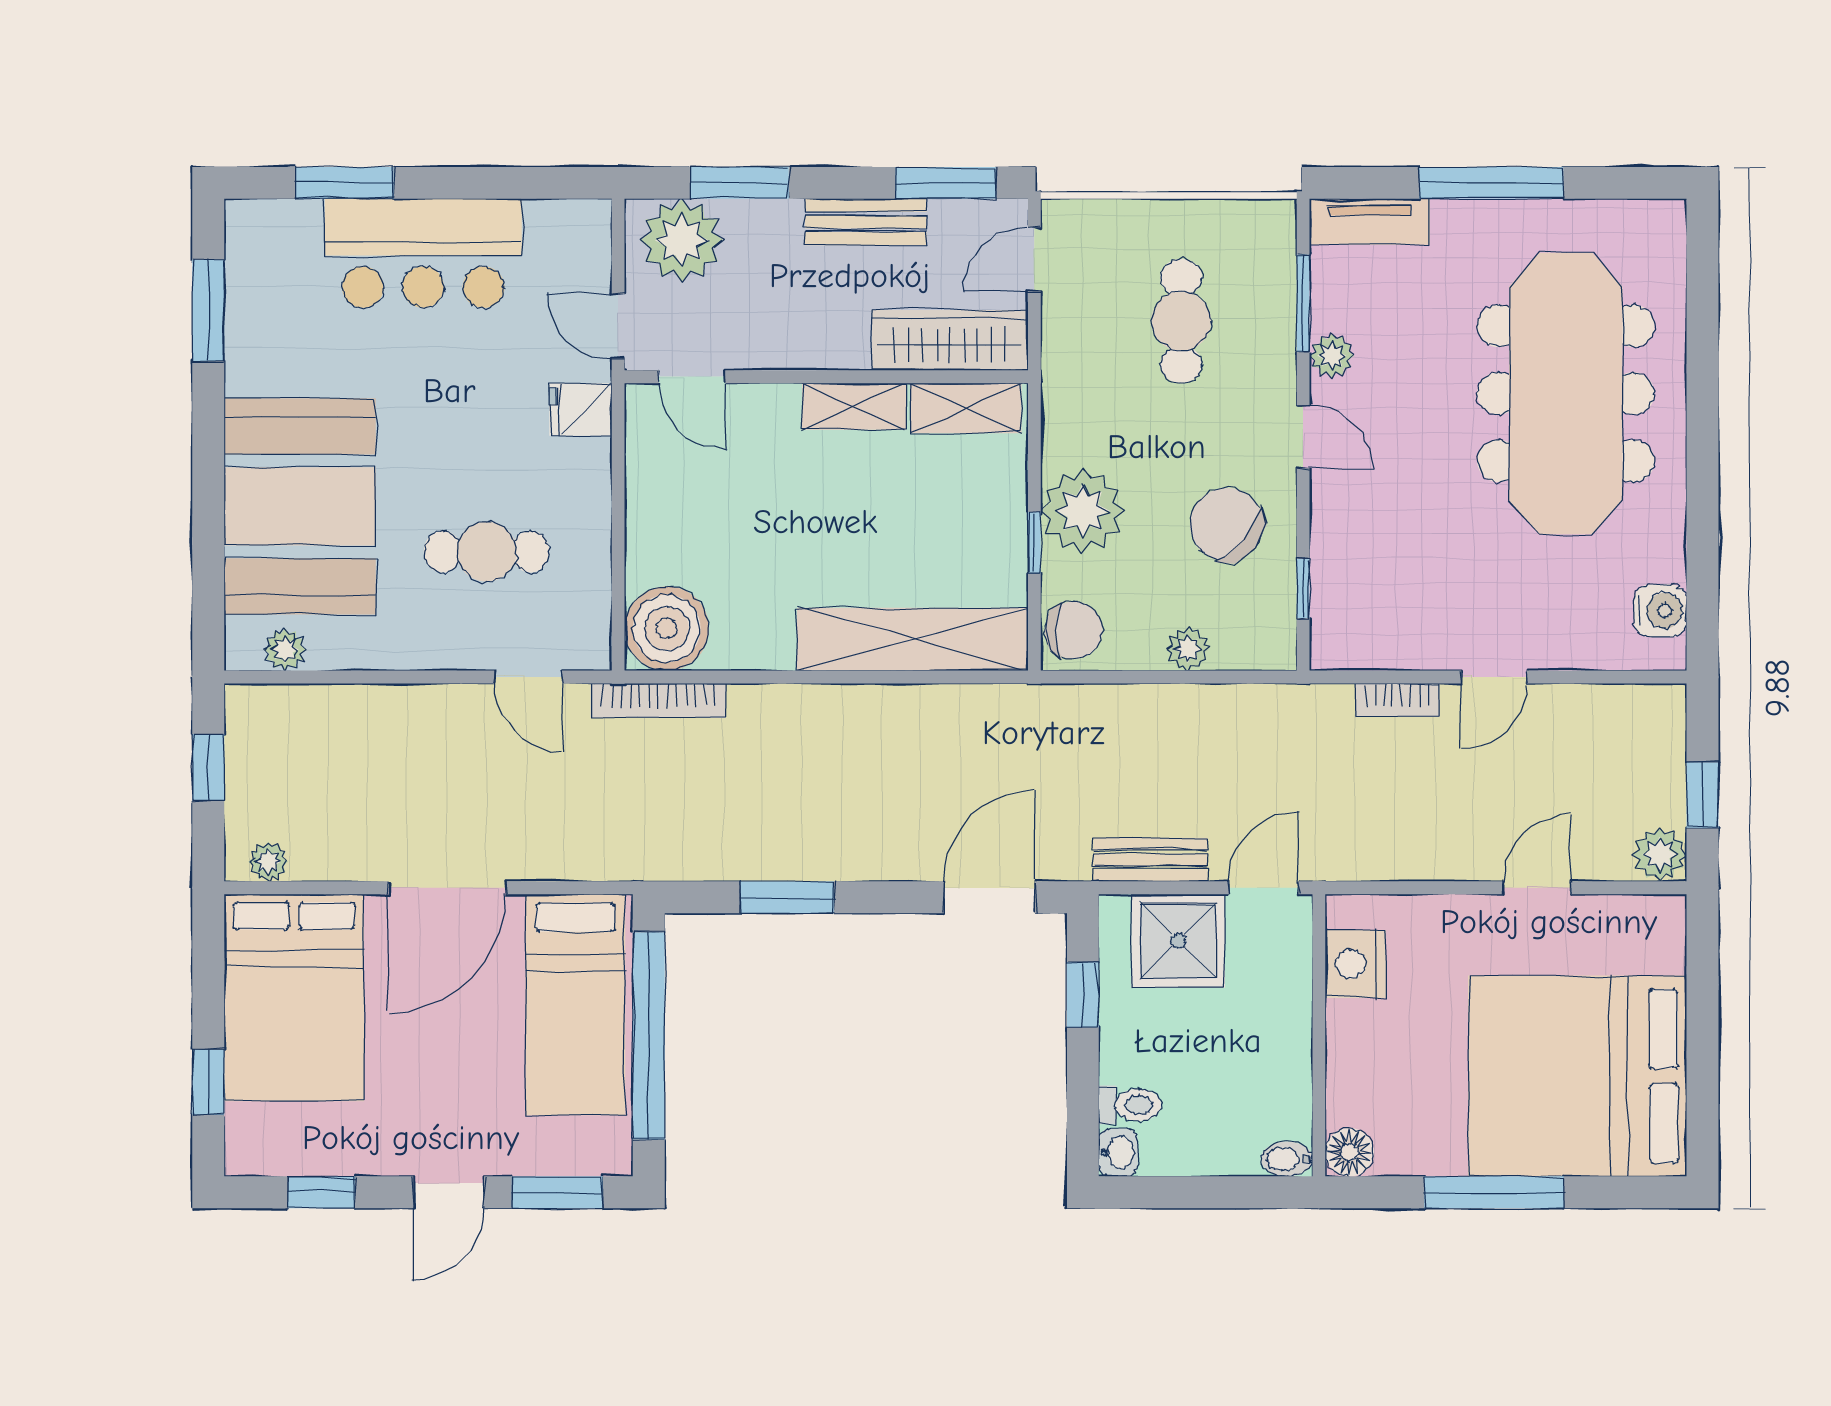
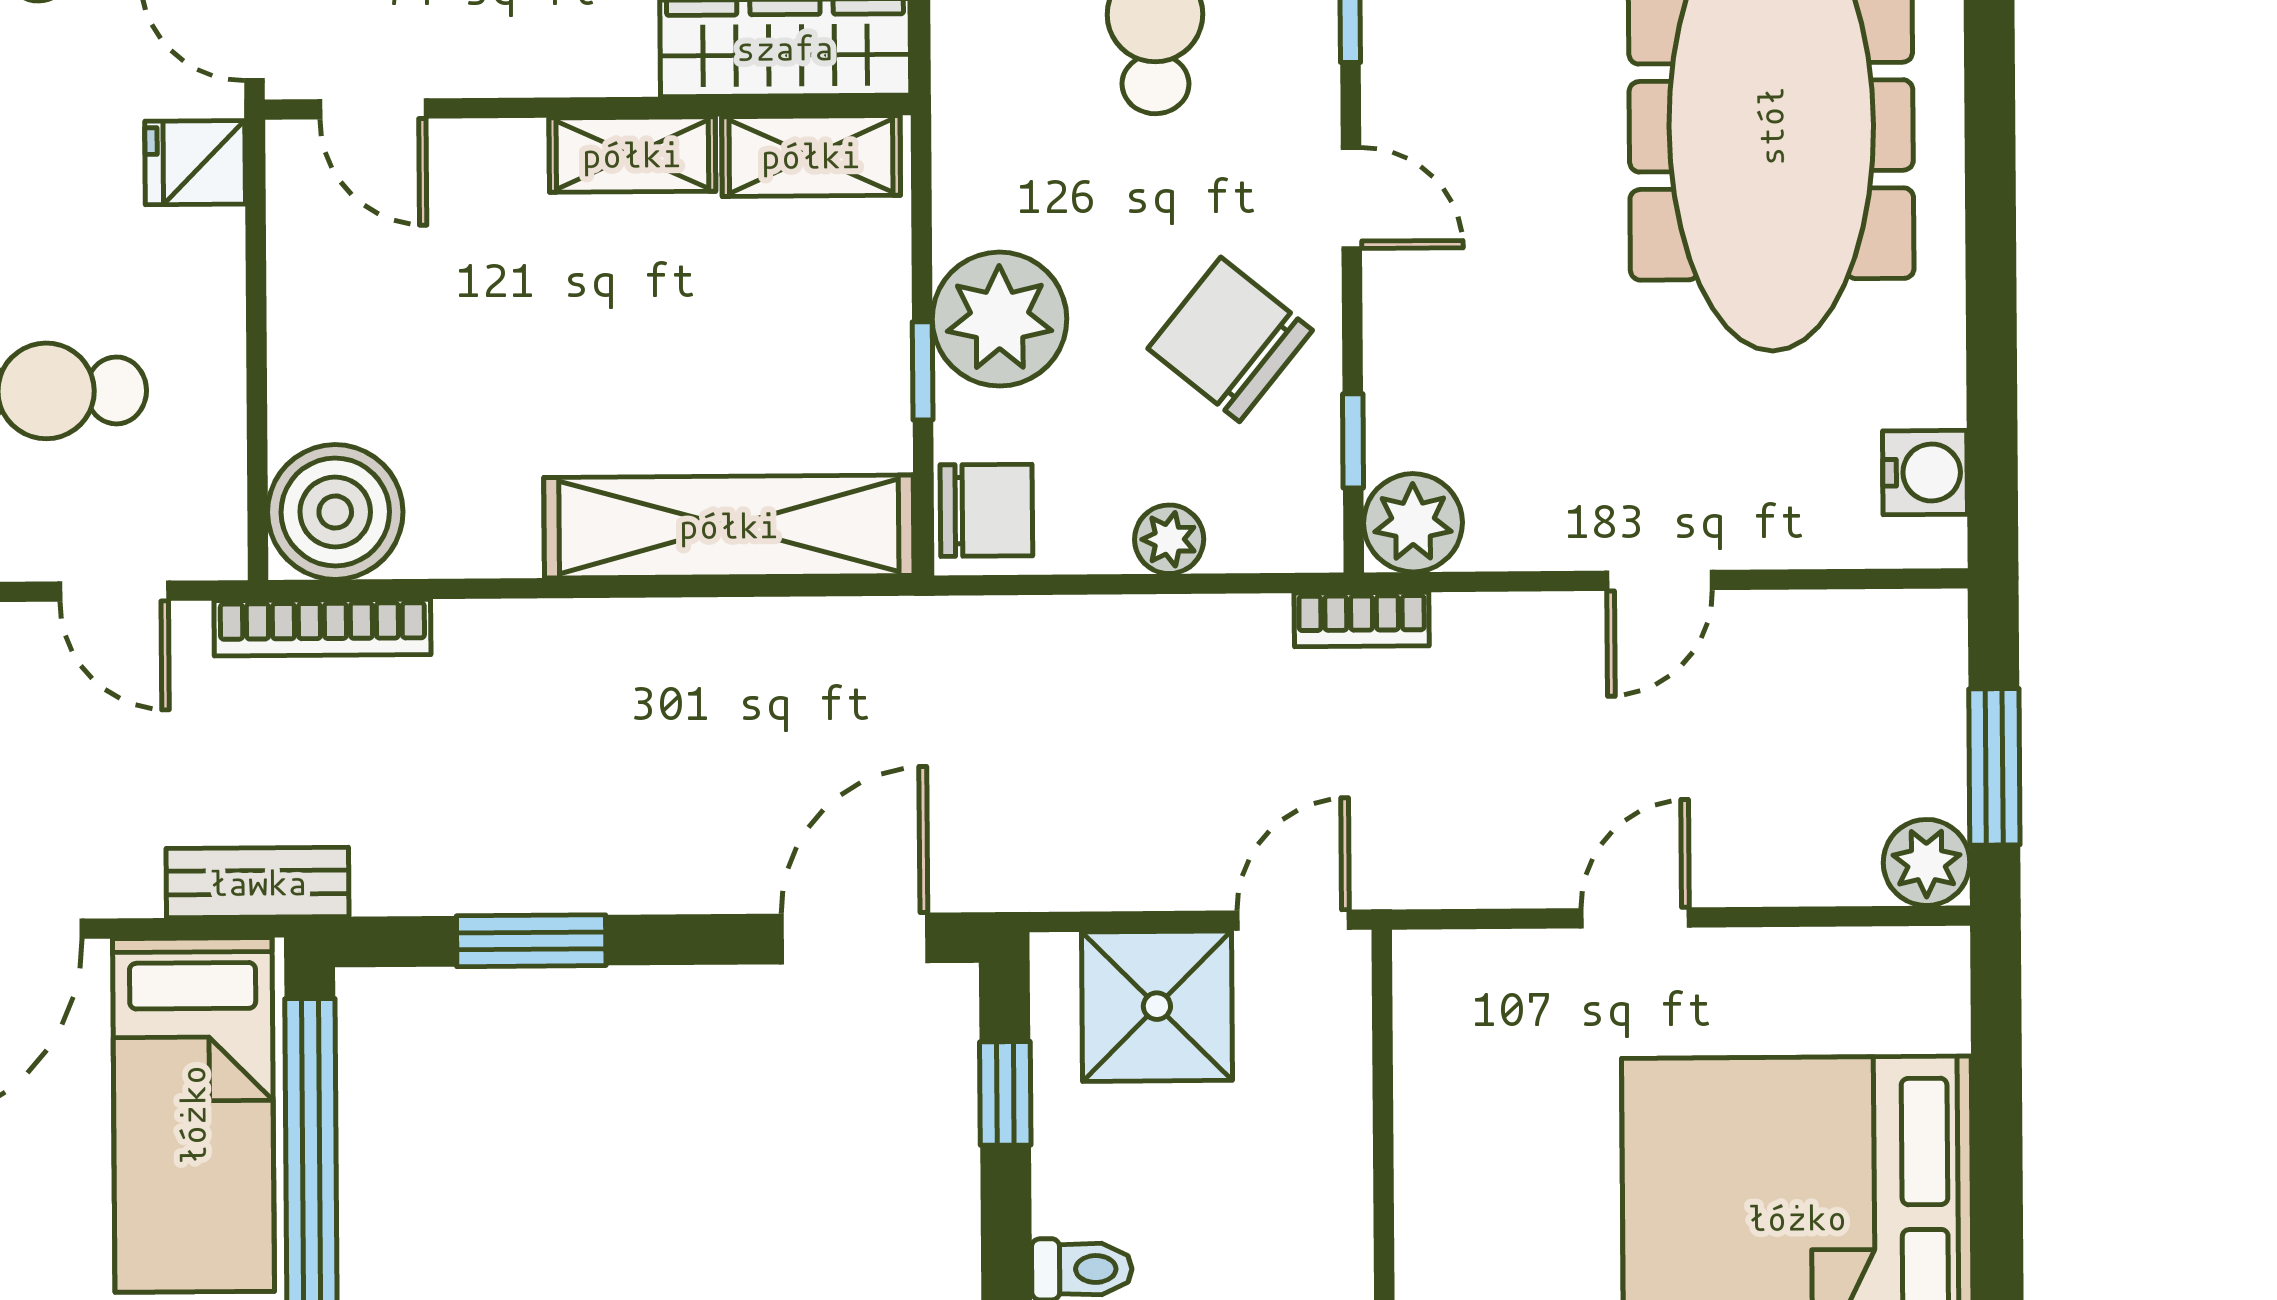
plant: (1332, 356) -> (1413, 523), moved, width x1.38, depth x1.38
bookcase: (1397, 700) -> (1362, 620), moved
window: (1702, 795) -> (1994, 767), width x1.50
bench: (1151, 860) -> (258, 883), moved
door: (1537, 888) -> (1635, 918), moved
nightstand: (1356, 964) -> (1441, 1041), removed

